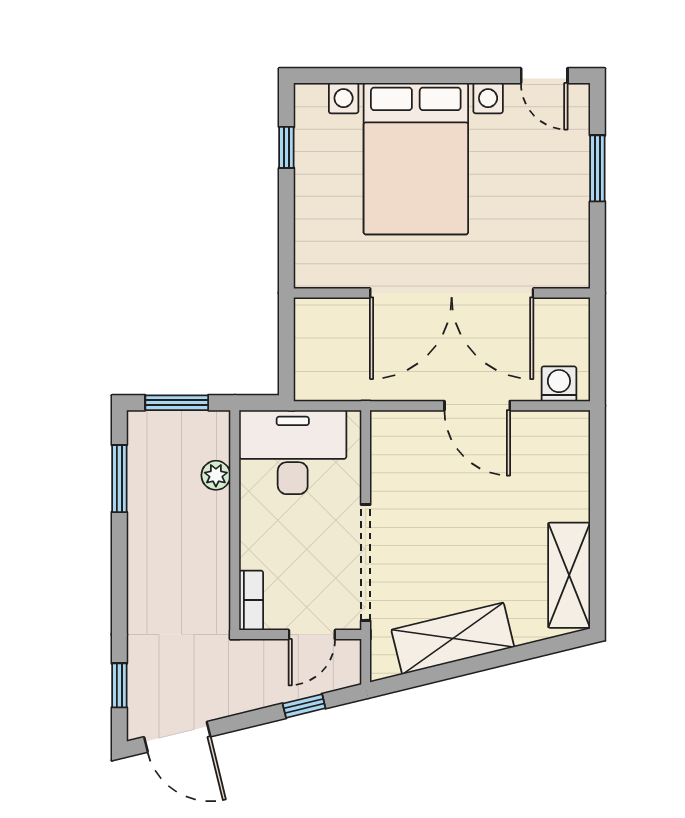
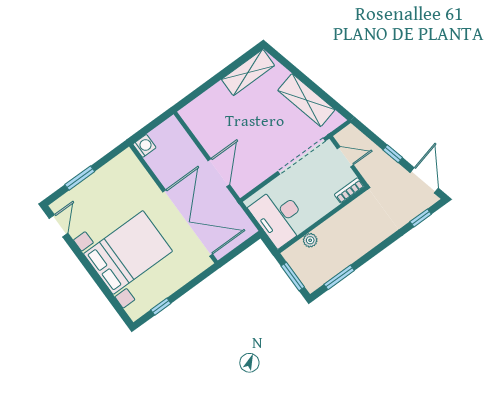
double door: (452, 293) -> (188, 223), moved
washing machine: (559, 384) -> (144, 146), moved, turned 180
door: (477, 406) -> (219, 173), moved
window: (304, 706) -> (393, 154), moved

